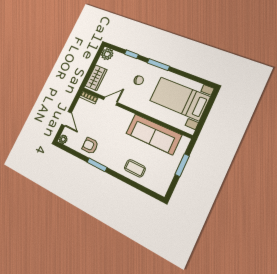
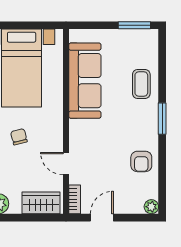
door: (66, 119) -> (102, 218), moved
window: (97, 165) -> (162, 119), moved
window: (182, 165) -> (134, 25), moved

